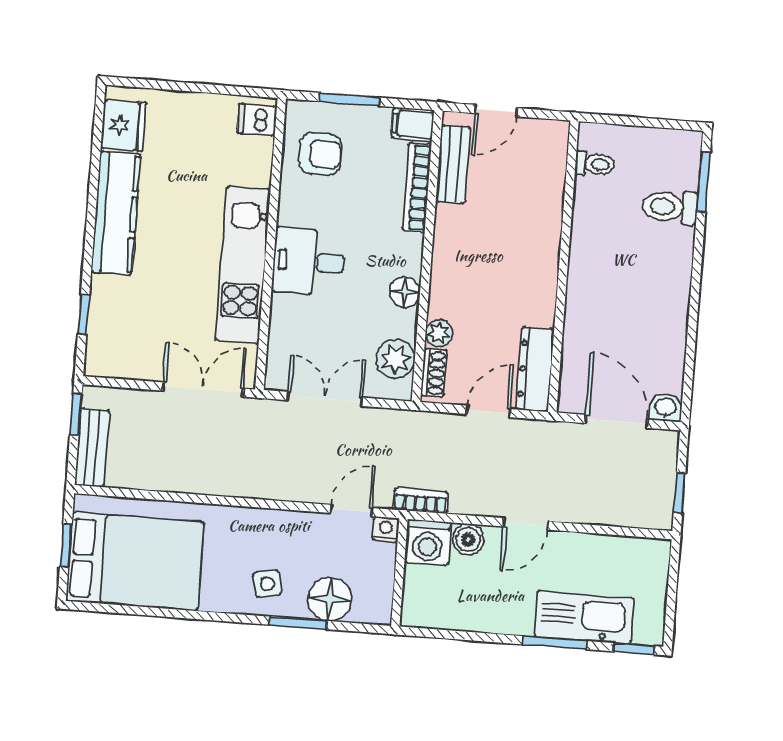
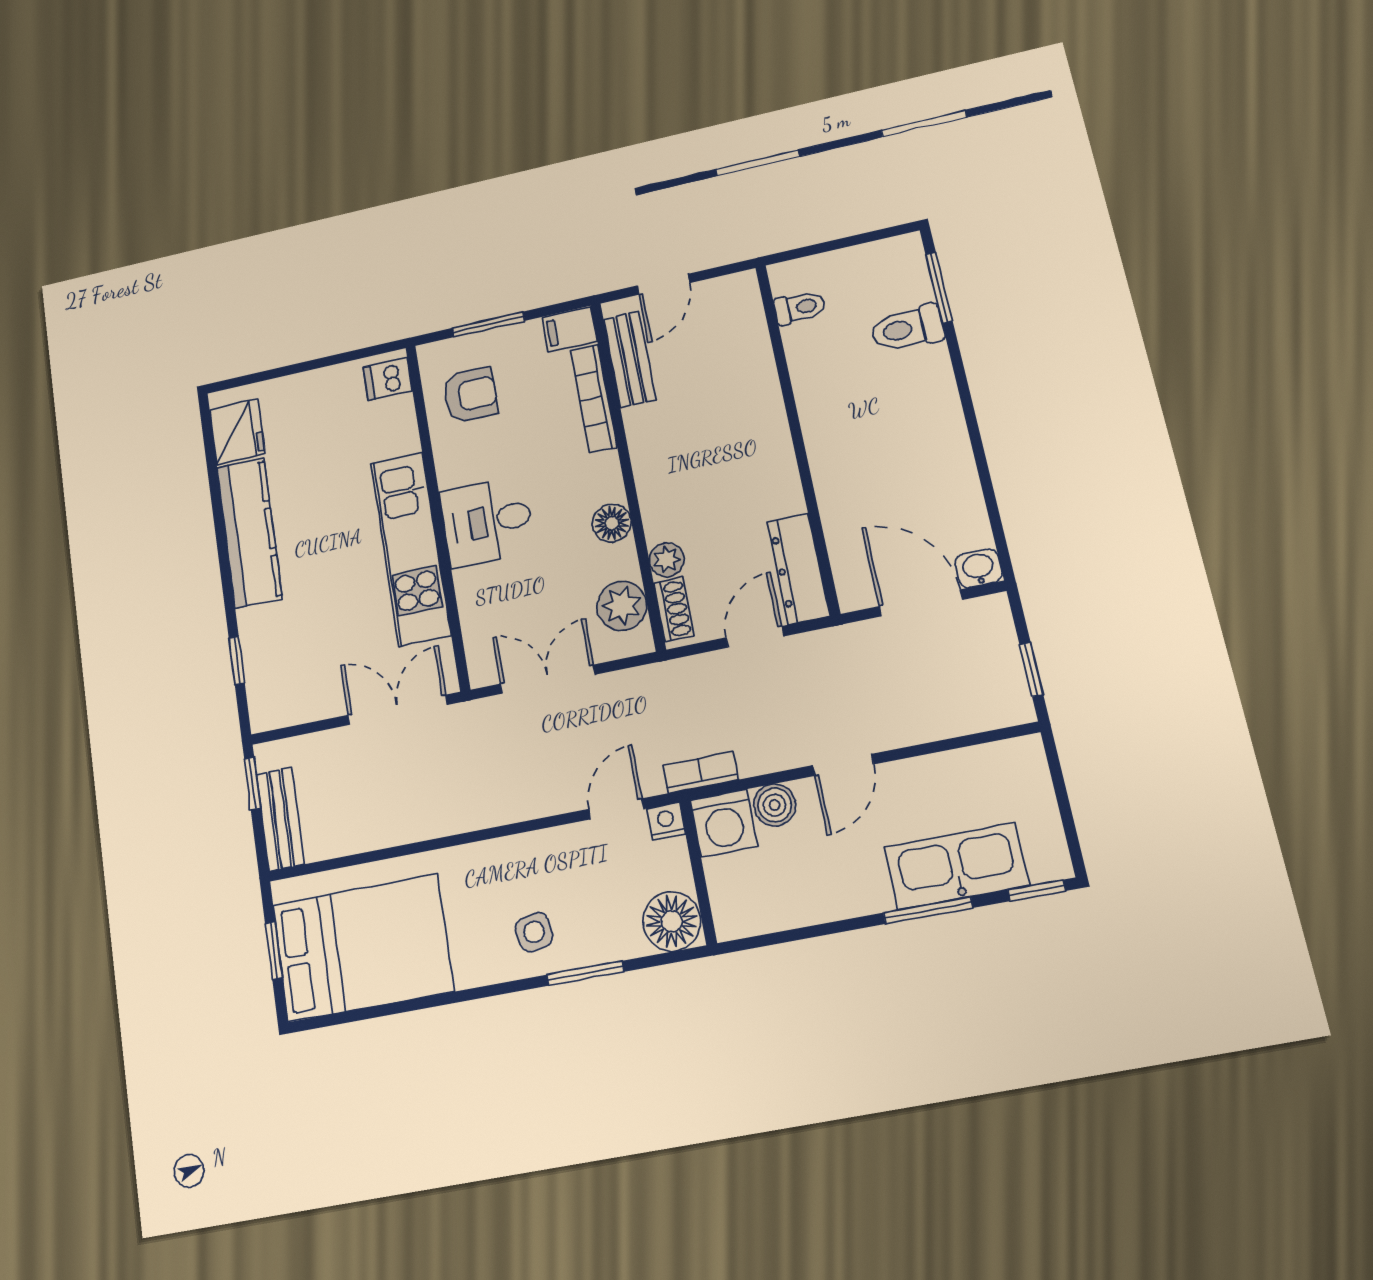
floor lamp: (330, 599) -> (672, 921), moved

